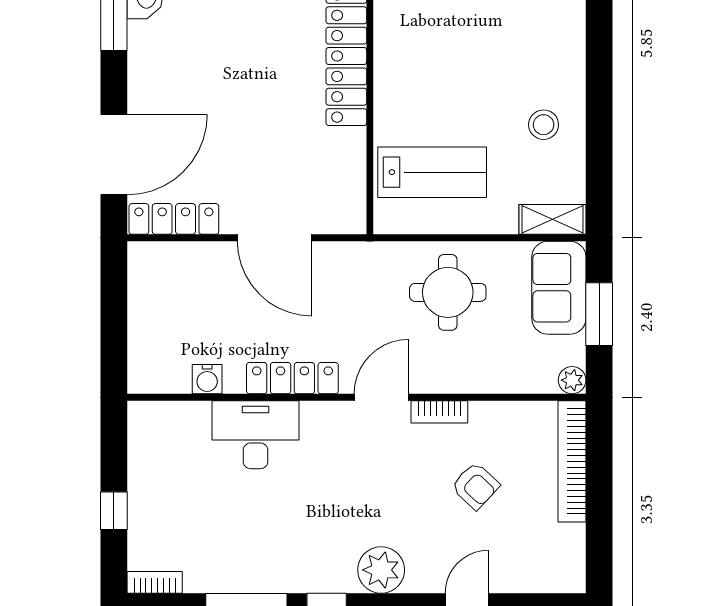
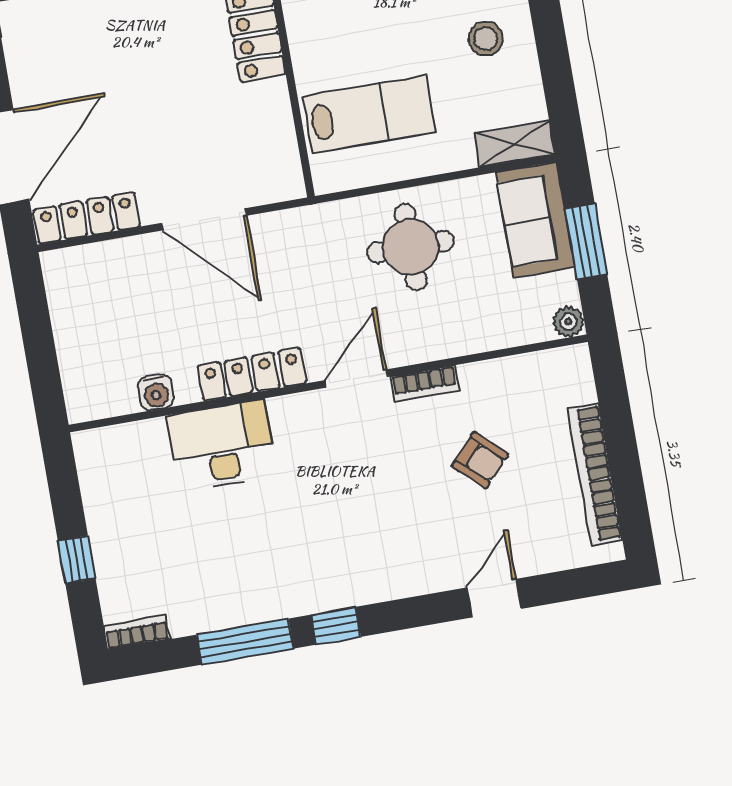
bookcase: (572, 461) -> (595, 474), moved
plant: (381, 570) -> (390, 574), removed

